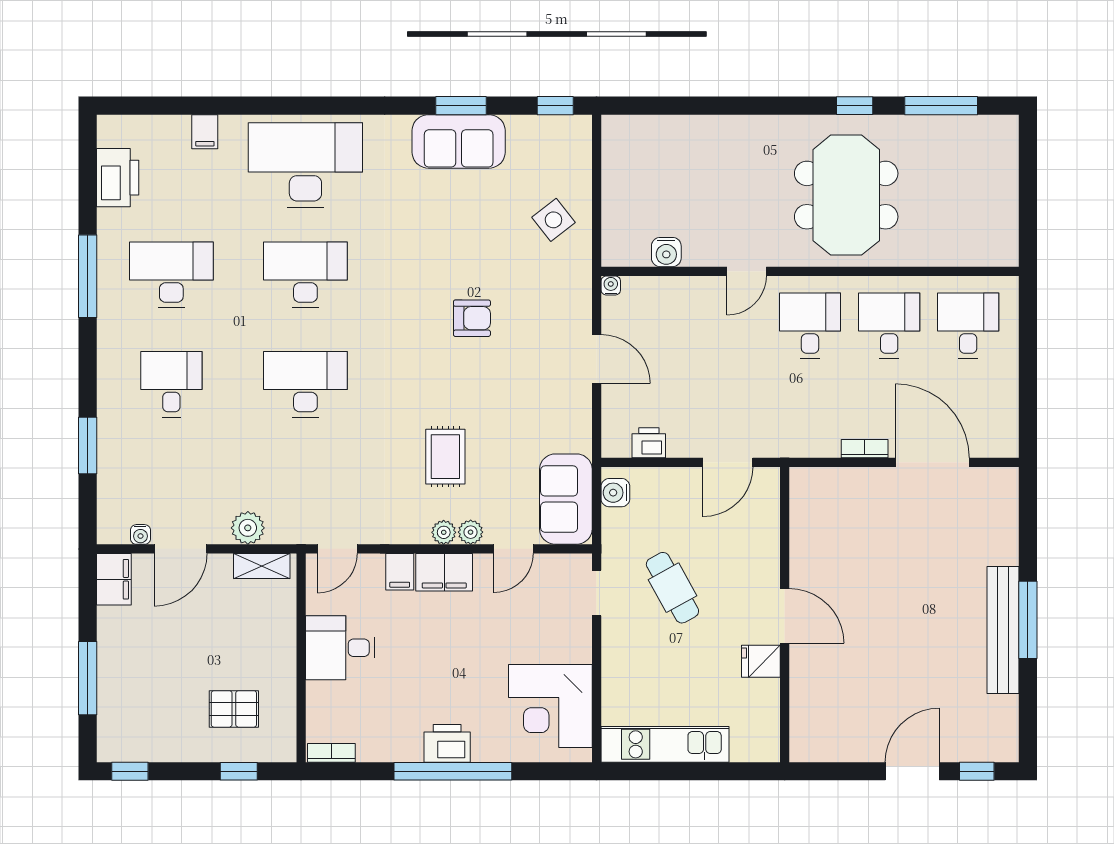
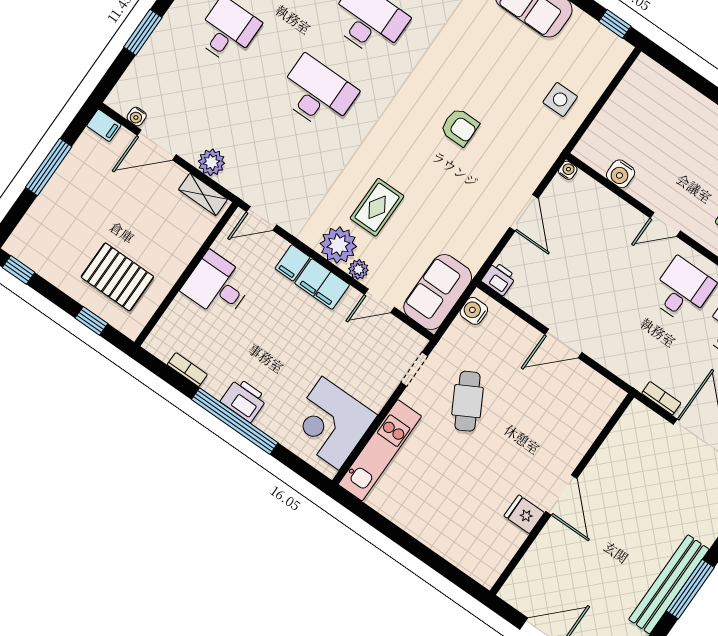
side table: (553, 220) -> (560, 99), turned 38
printer: (649, 443) -> (499, 279), moved
plant: (444, 532) -> (338, 245), width x1.88, depth x1.88
filing cabinet: (114, 579) -> (104, 125), width x0.50
wall: (785, 615) -> (562, 494), moved
door: (785, 616) -> (561, 495), moved
fridge: (761, 661) -> (524, 514), moved
window: (88, 678) -> (49, 167), moved
pallet: (234, 709) -> (117, 277), width x1.50, depth x1.42
kitchen unit: (665, 744) -> (380, 450), moved, turned 90
bookcase: (331, 753) -> (187, 370), moved

